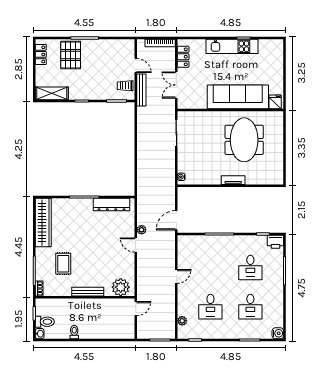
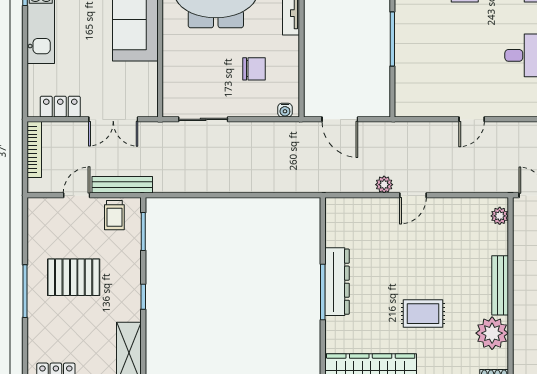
pallet: (71, 55) -> (74, 277), moved
chair: (203, 160) -> (254, 69), added
dresser: (112, 205) -> (337, 282), moved
door: (176, 220) -> (340, 119), moved
rug: (63, 264) -> (423, 314), moved
door: (176, 276) -> (472, 119), swing flipped
plant: (62, 287) -> (492, 333), added
plant: (121, 287) -> (500, 216), width x0.53, depth x0.53

